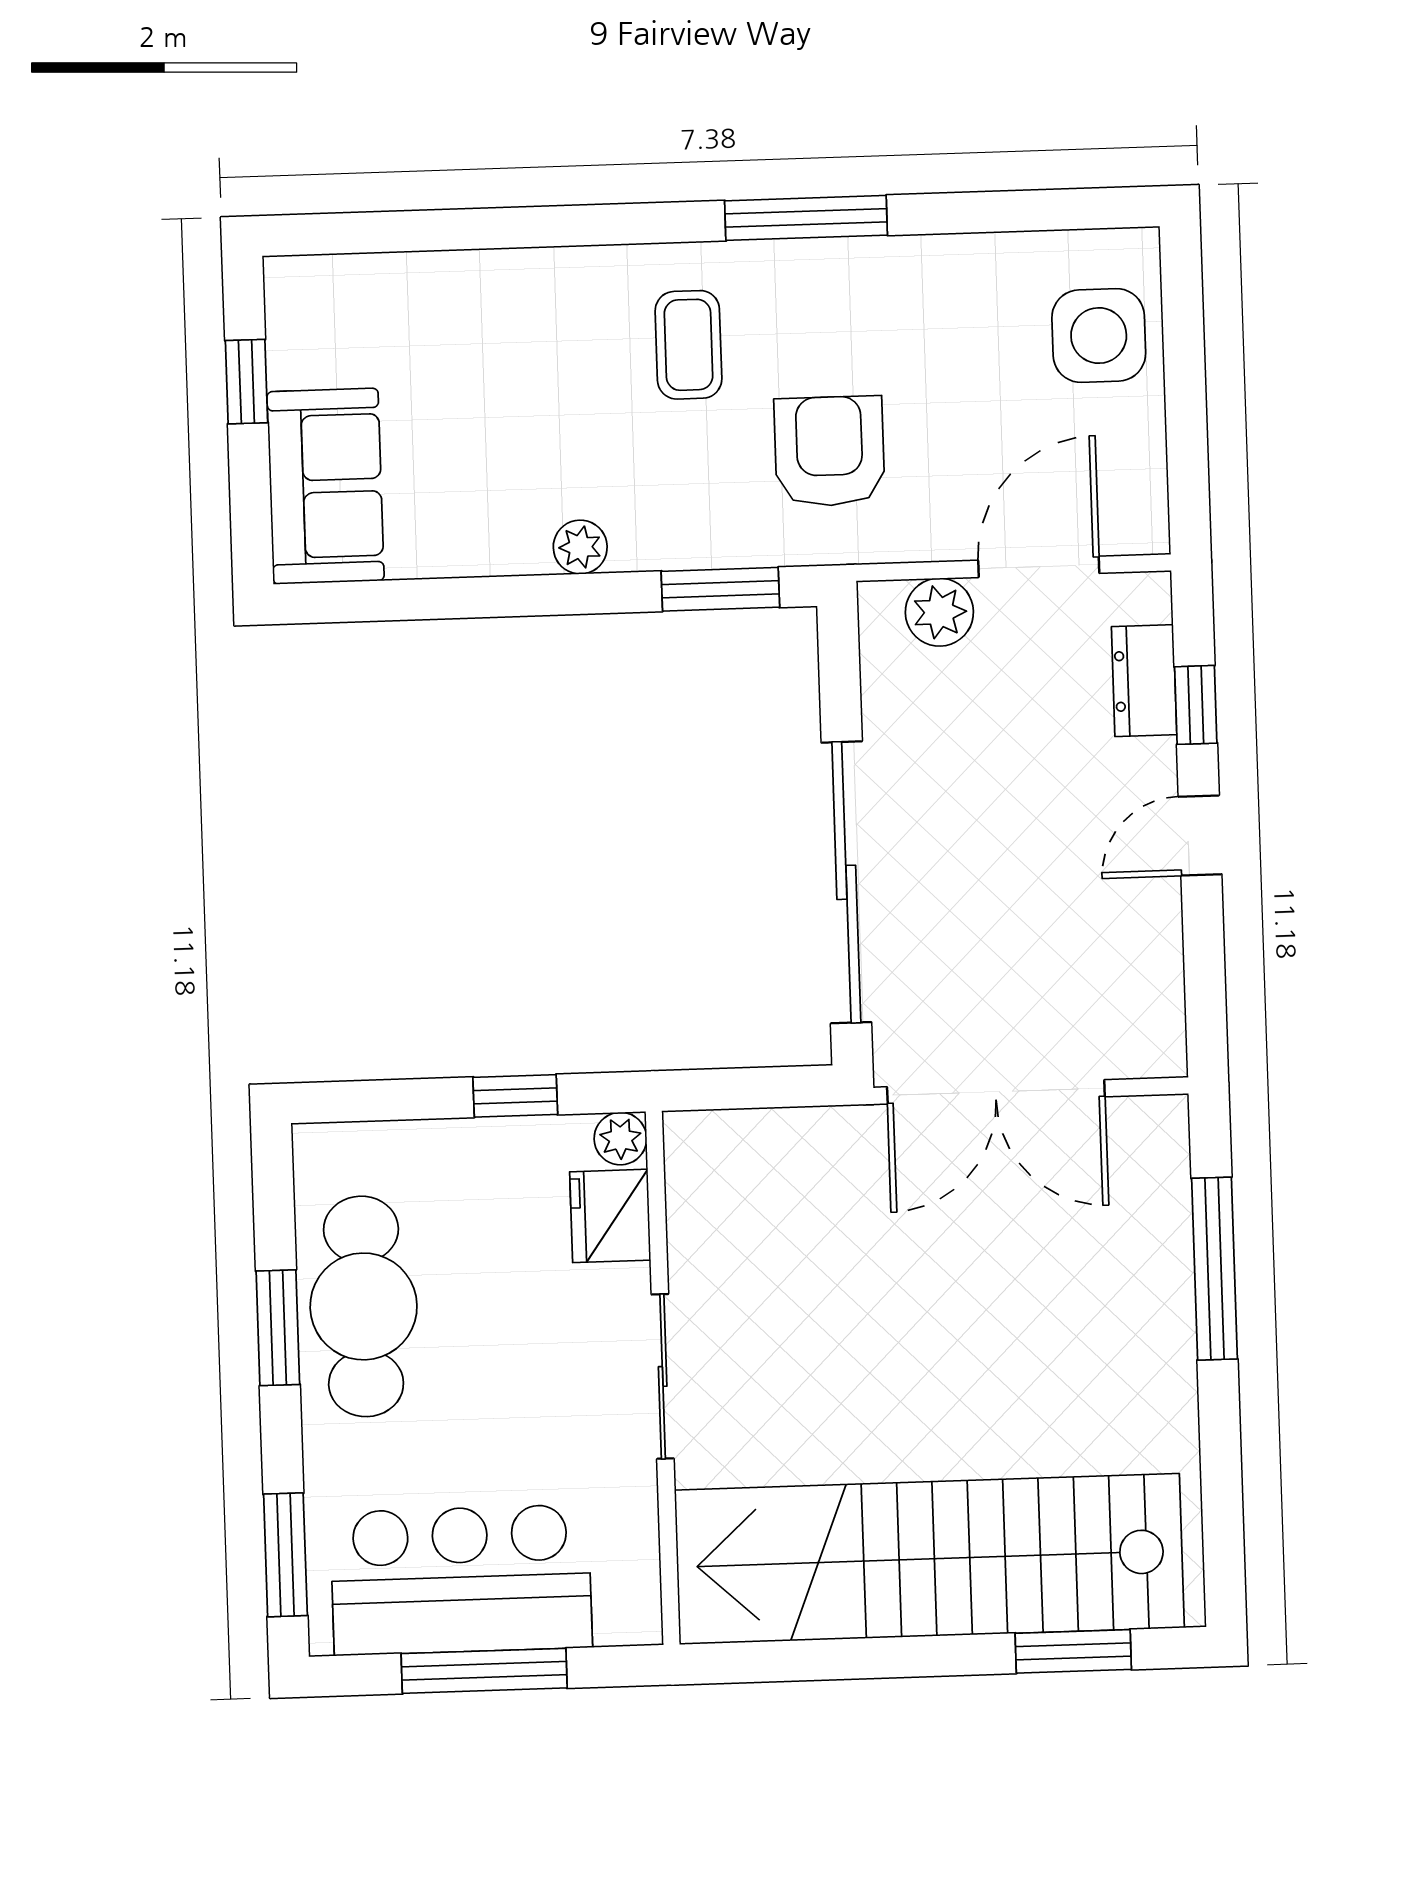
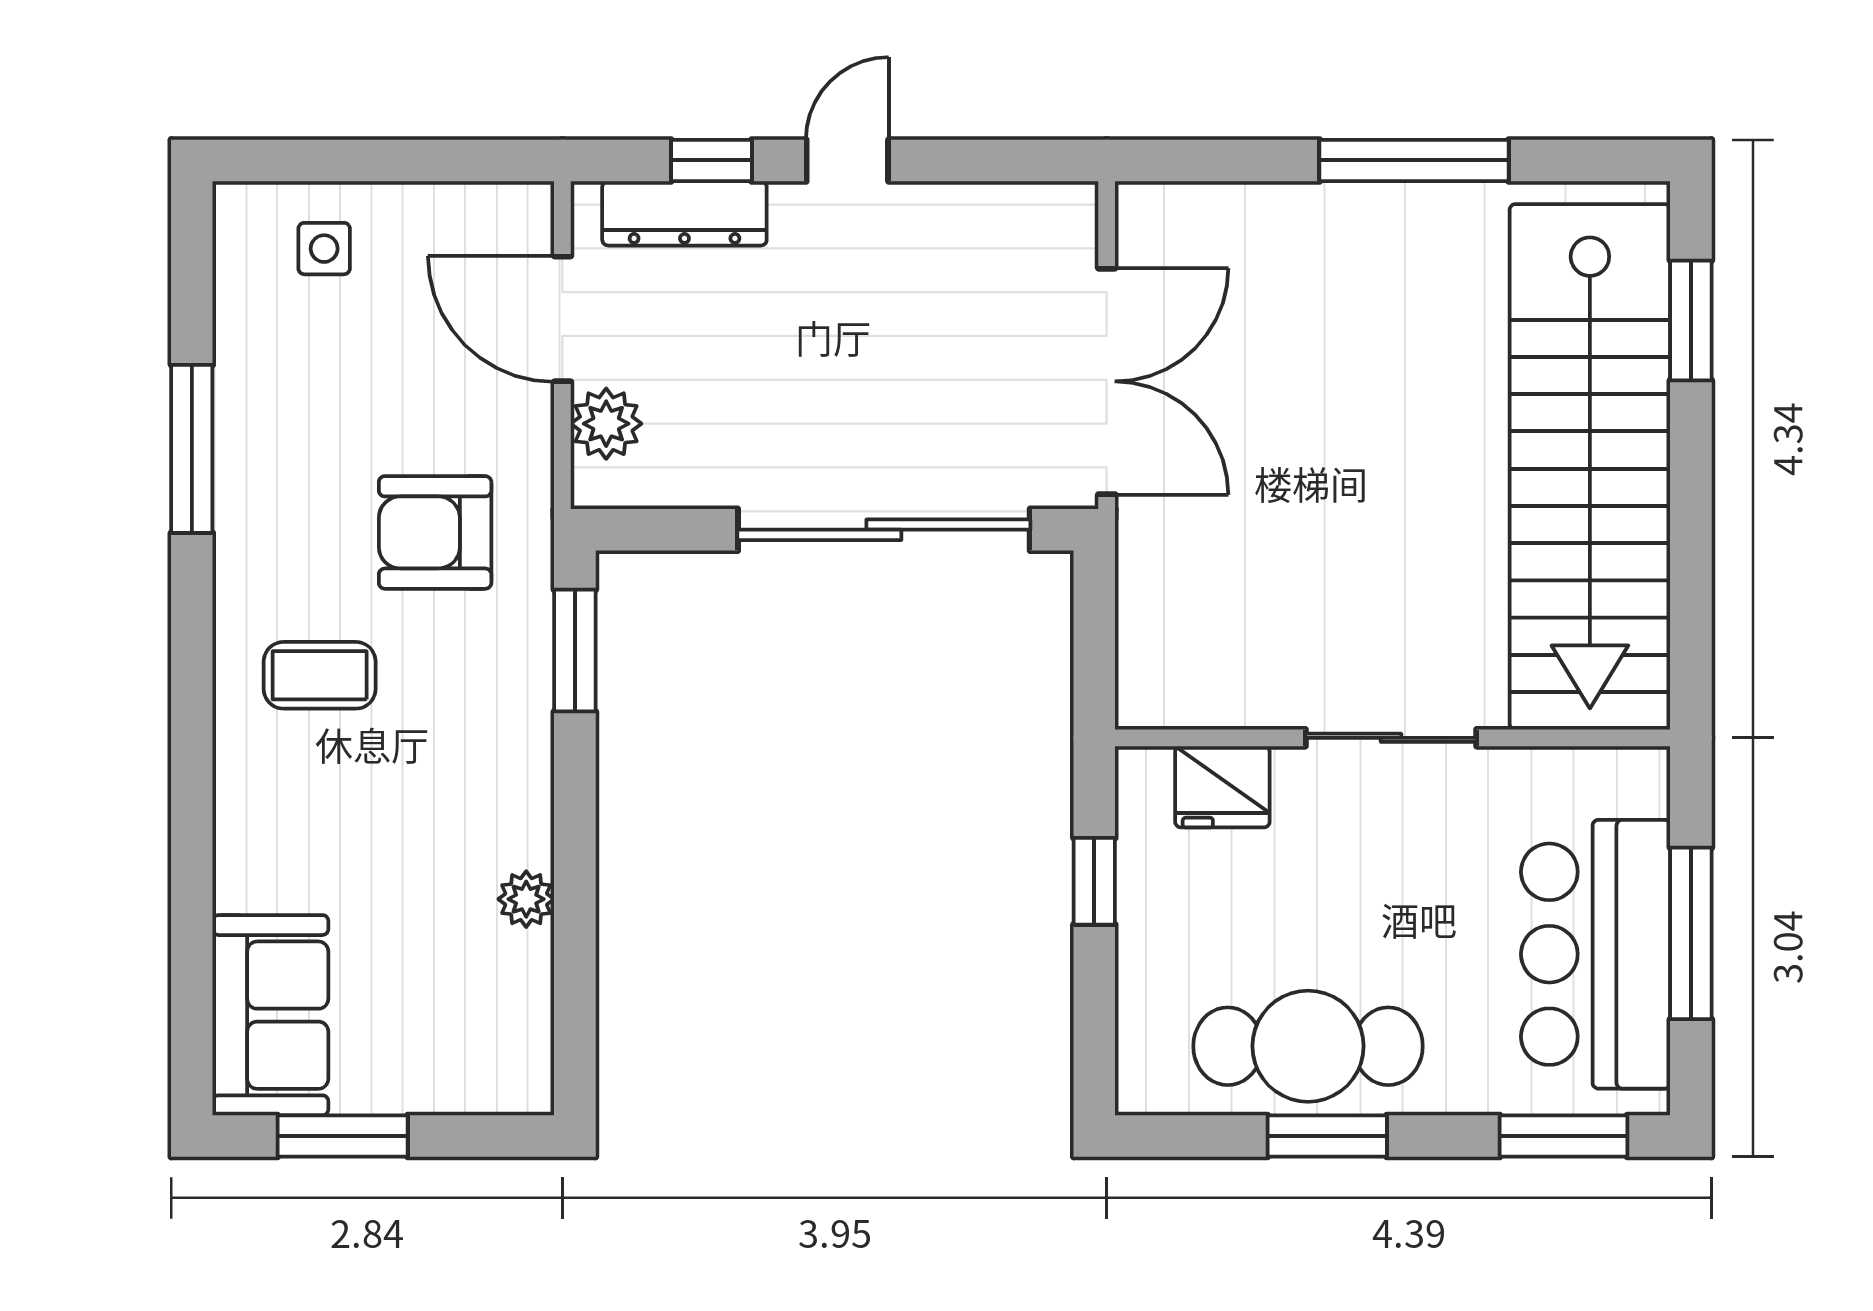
window: (806, 218) -> (192, 449), moved
side table: (1099, 336) -> (324, 249), width x0.54, depth x0.54
window: (246, 382) -> (343, 1136), width x1.50
sofa: (326, 486) -> (270, 1015), moved, turned 90
plant: (580, 547) -> (526, 899), moved
dresser: (1144, 681) -> (684, 213), width x1.44
door: (1200, 835) -> (847, 160), swing flipped
plant: (620, 1139) -> (1142, 773), removed
window: (1214, 1269) -> (1414, 160), moved

